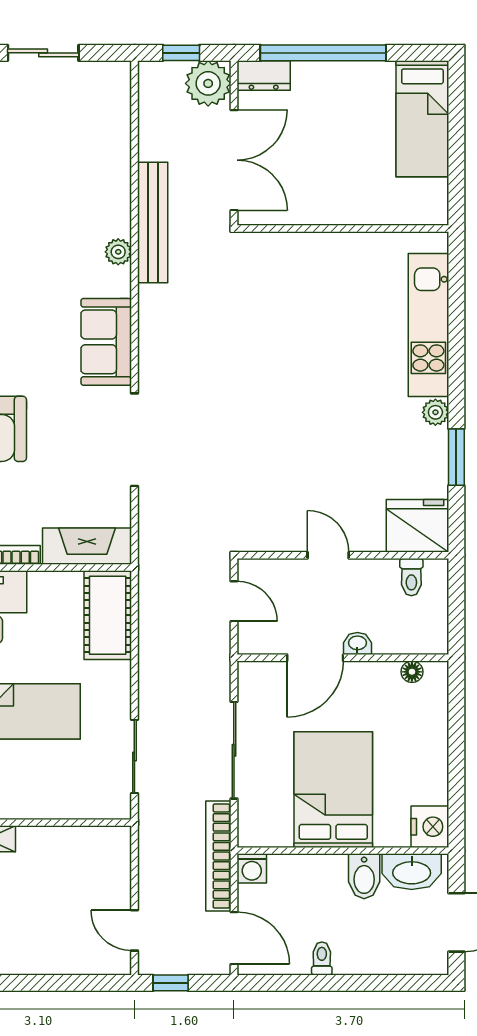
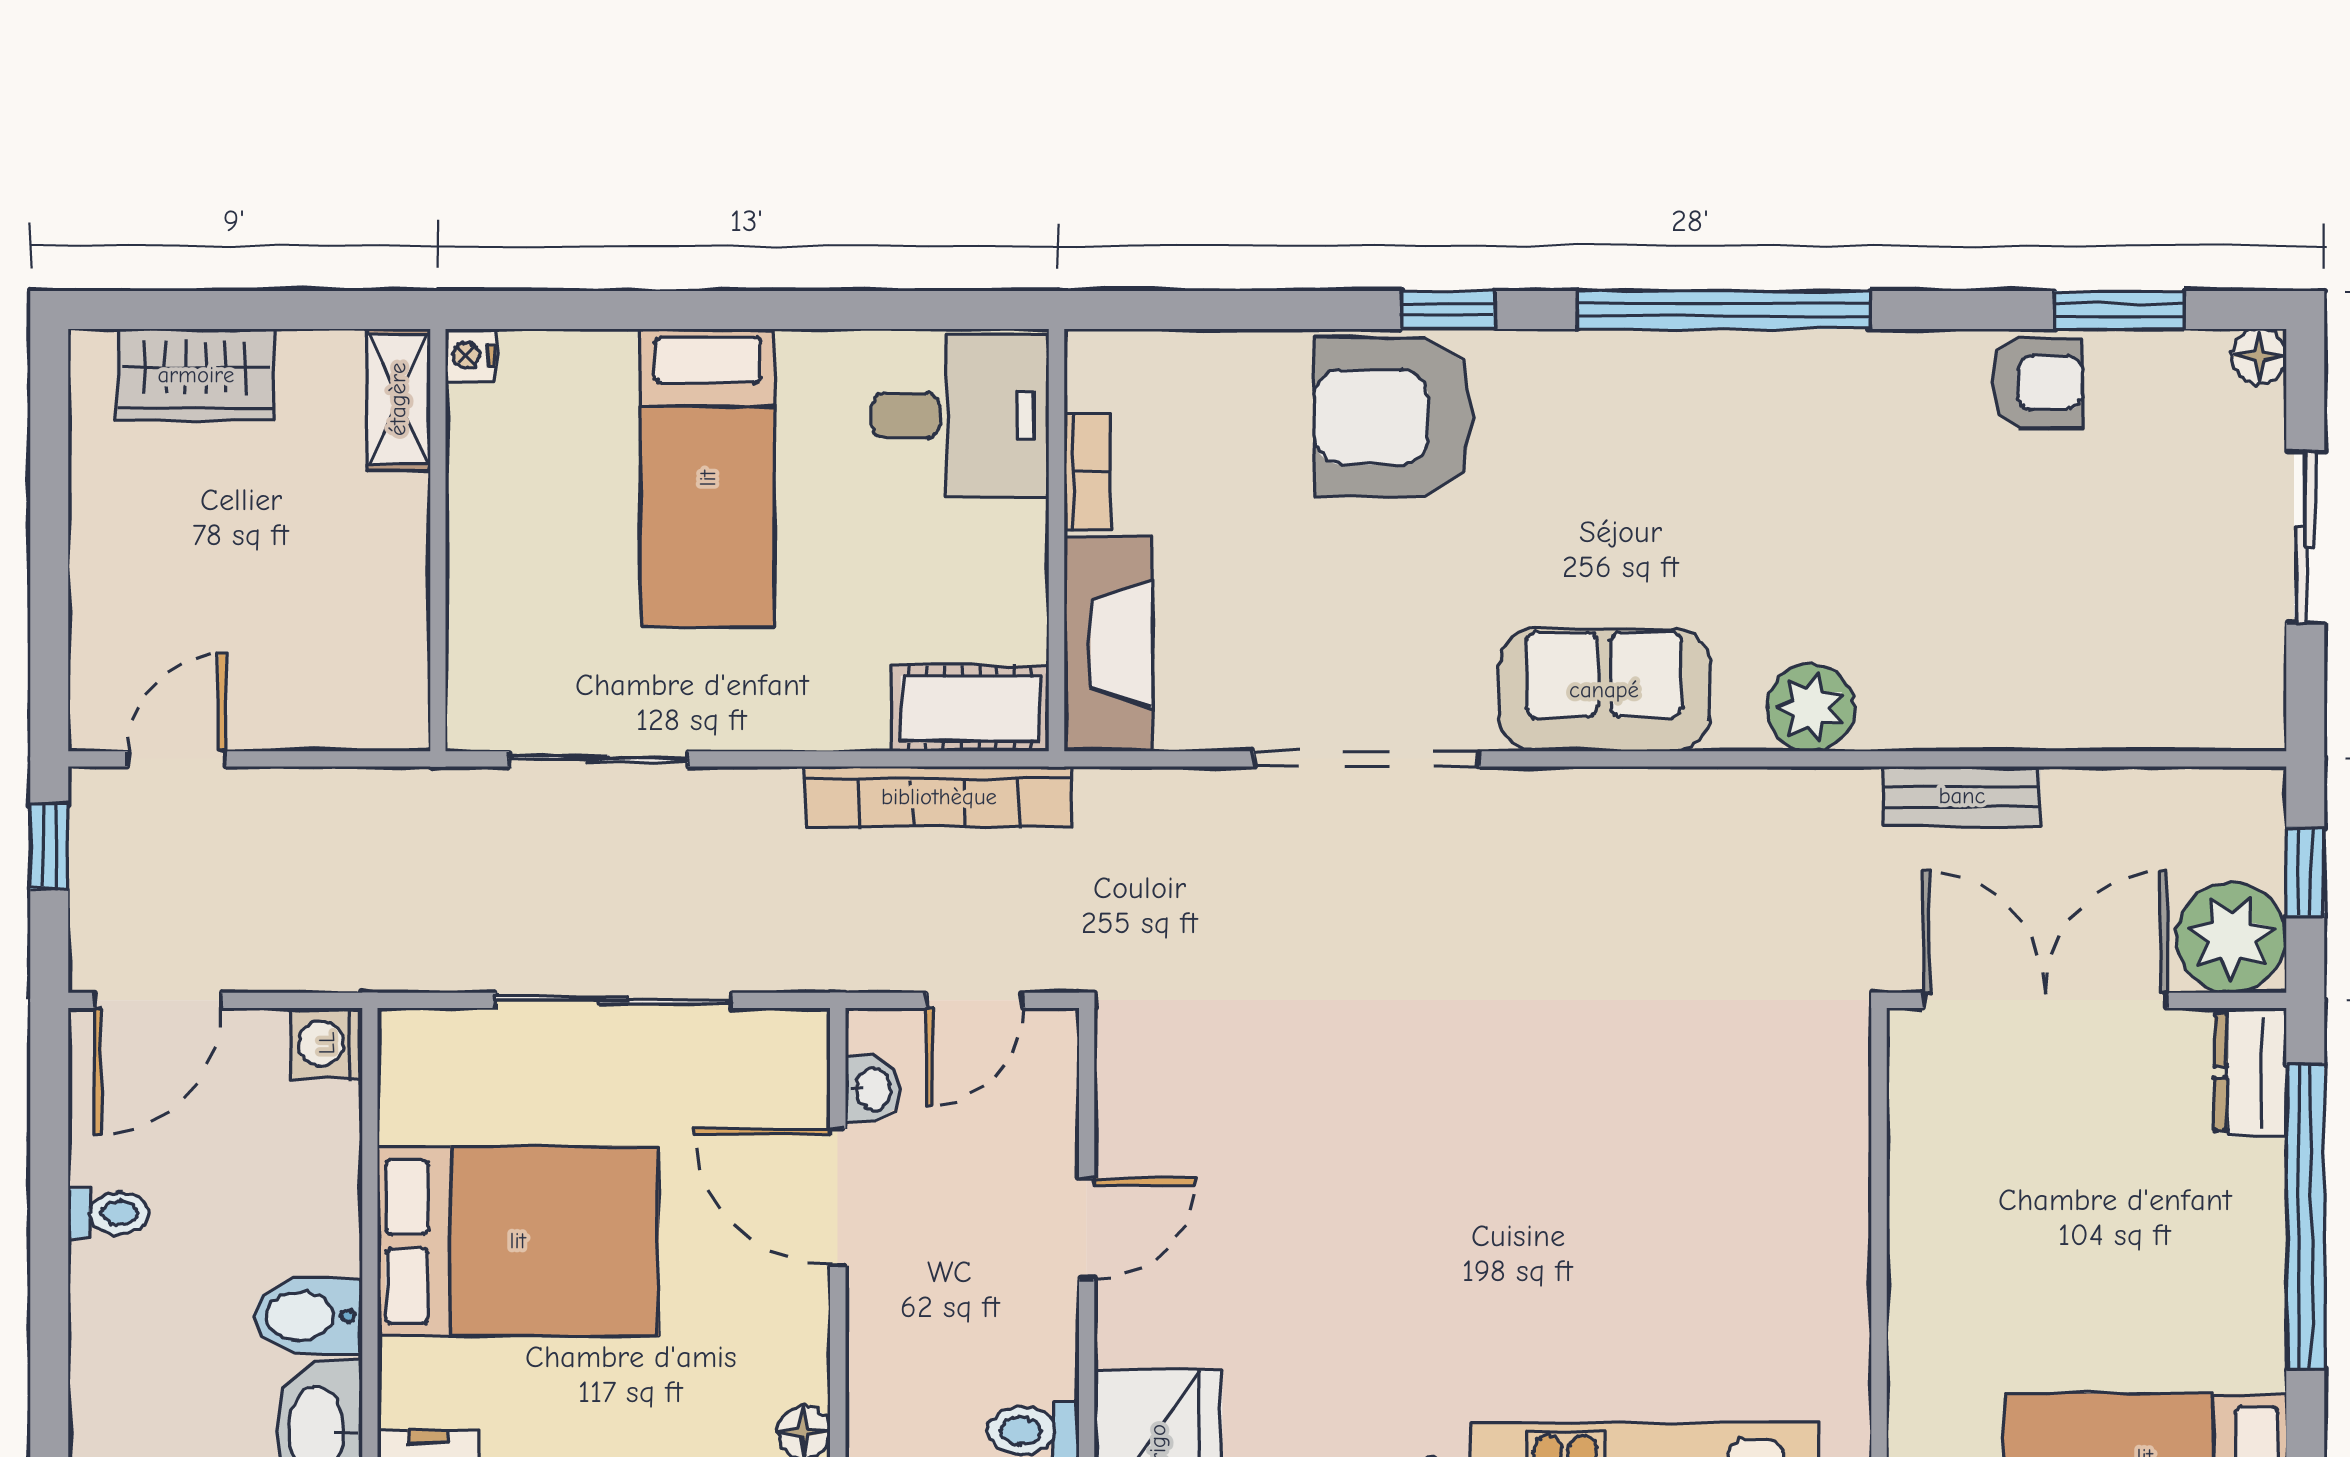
double door: (234, 160) -> (2045, 1000), swing flipped
bench: (153, 223) -> (1962, 796), width x0.54, depth x0.82
plant: (118, 252) -> (1811, 708), width x1.38, depth x1.38
cot: (108, 615) -> (970, 708), width x0.73, depth x0.75
washbasin: (357, 644) -> (872, 1089), moved
bookcase: (218, 856) -> (939, 797), moved, turned 180

